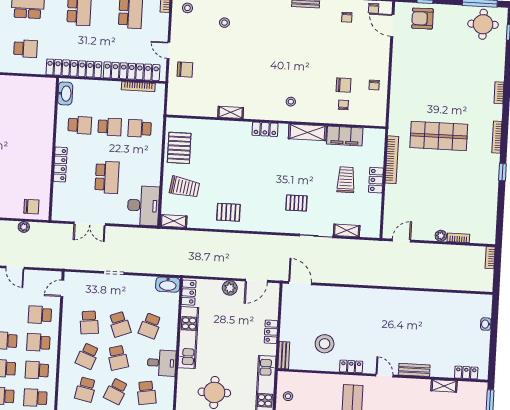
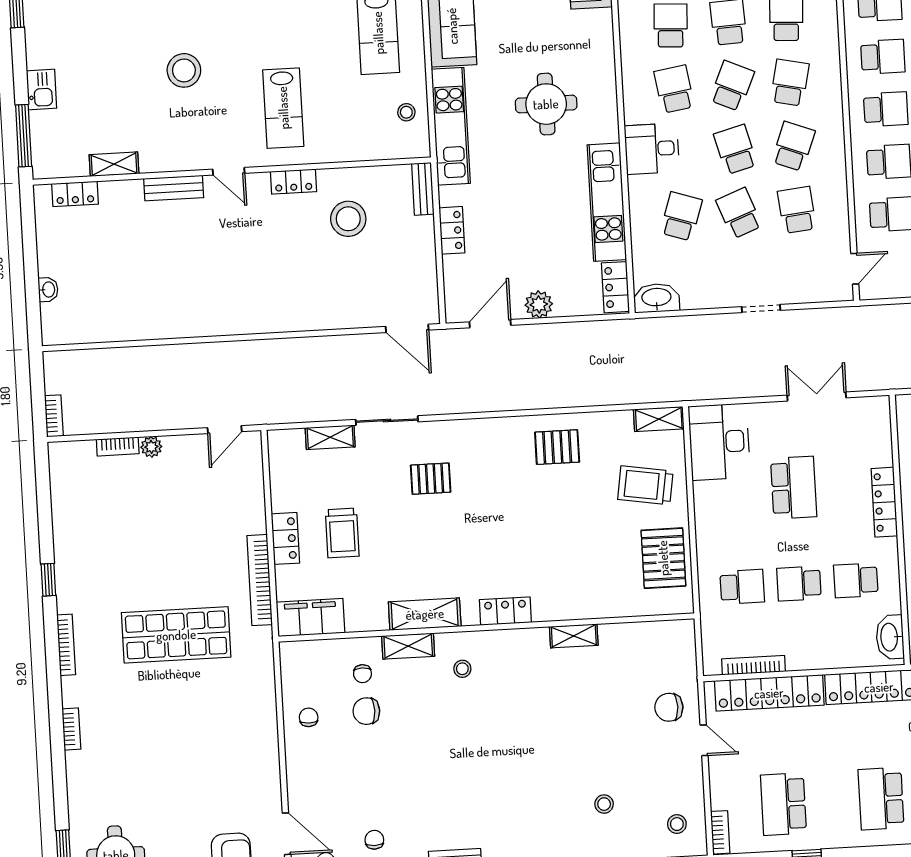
shelving: (318, 117) -> (408, 646), added
filing cabinet: (345, 136) -> (310, 617), moved
school desk: (107, 177) -> (794, 488), turned 180

